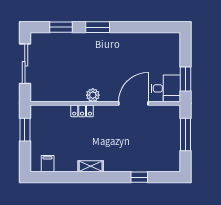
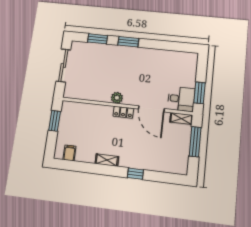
door: (133, 103) -> (151, 109), swing flipped
locker: (82, 111) -> (123, 112), moved
shelving: (168, 111) -> (181, 118), added
window: (139, 177) -> (135, 174), moved

